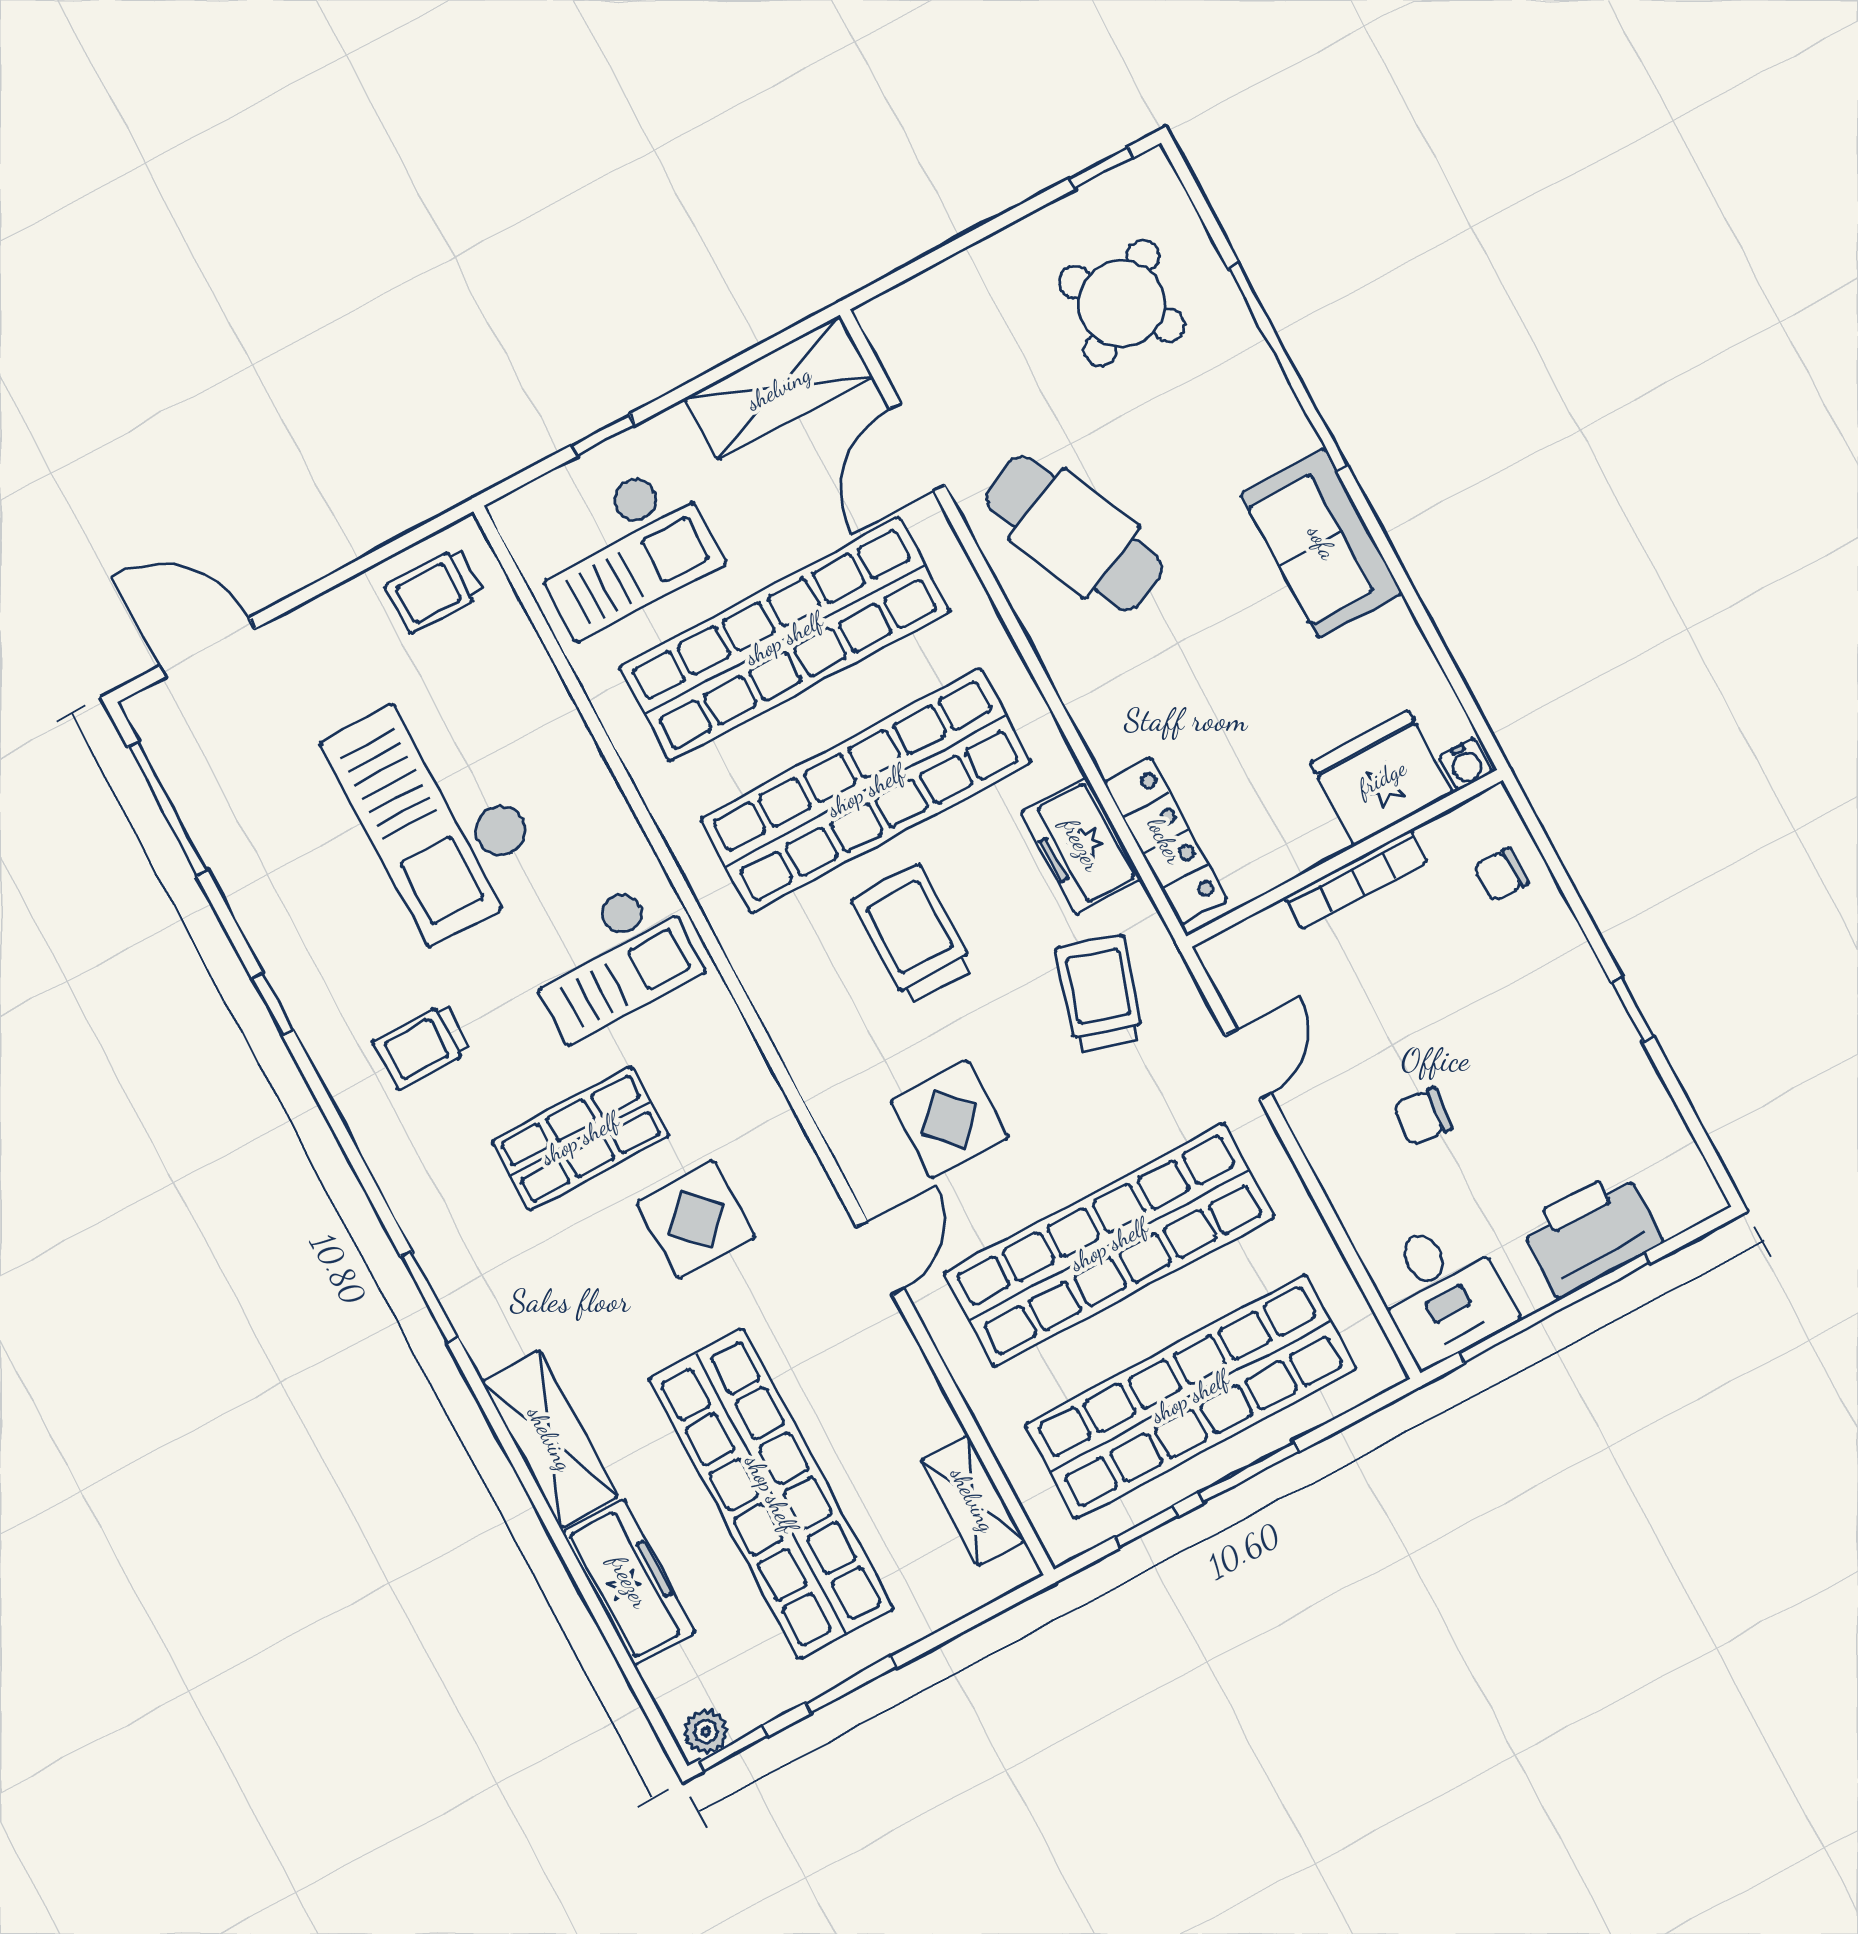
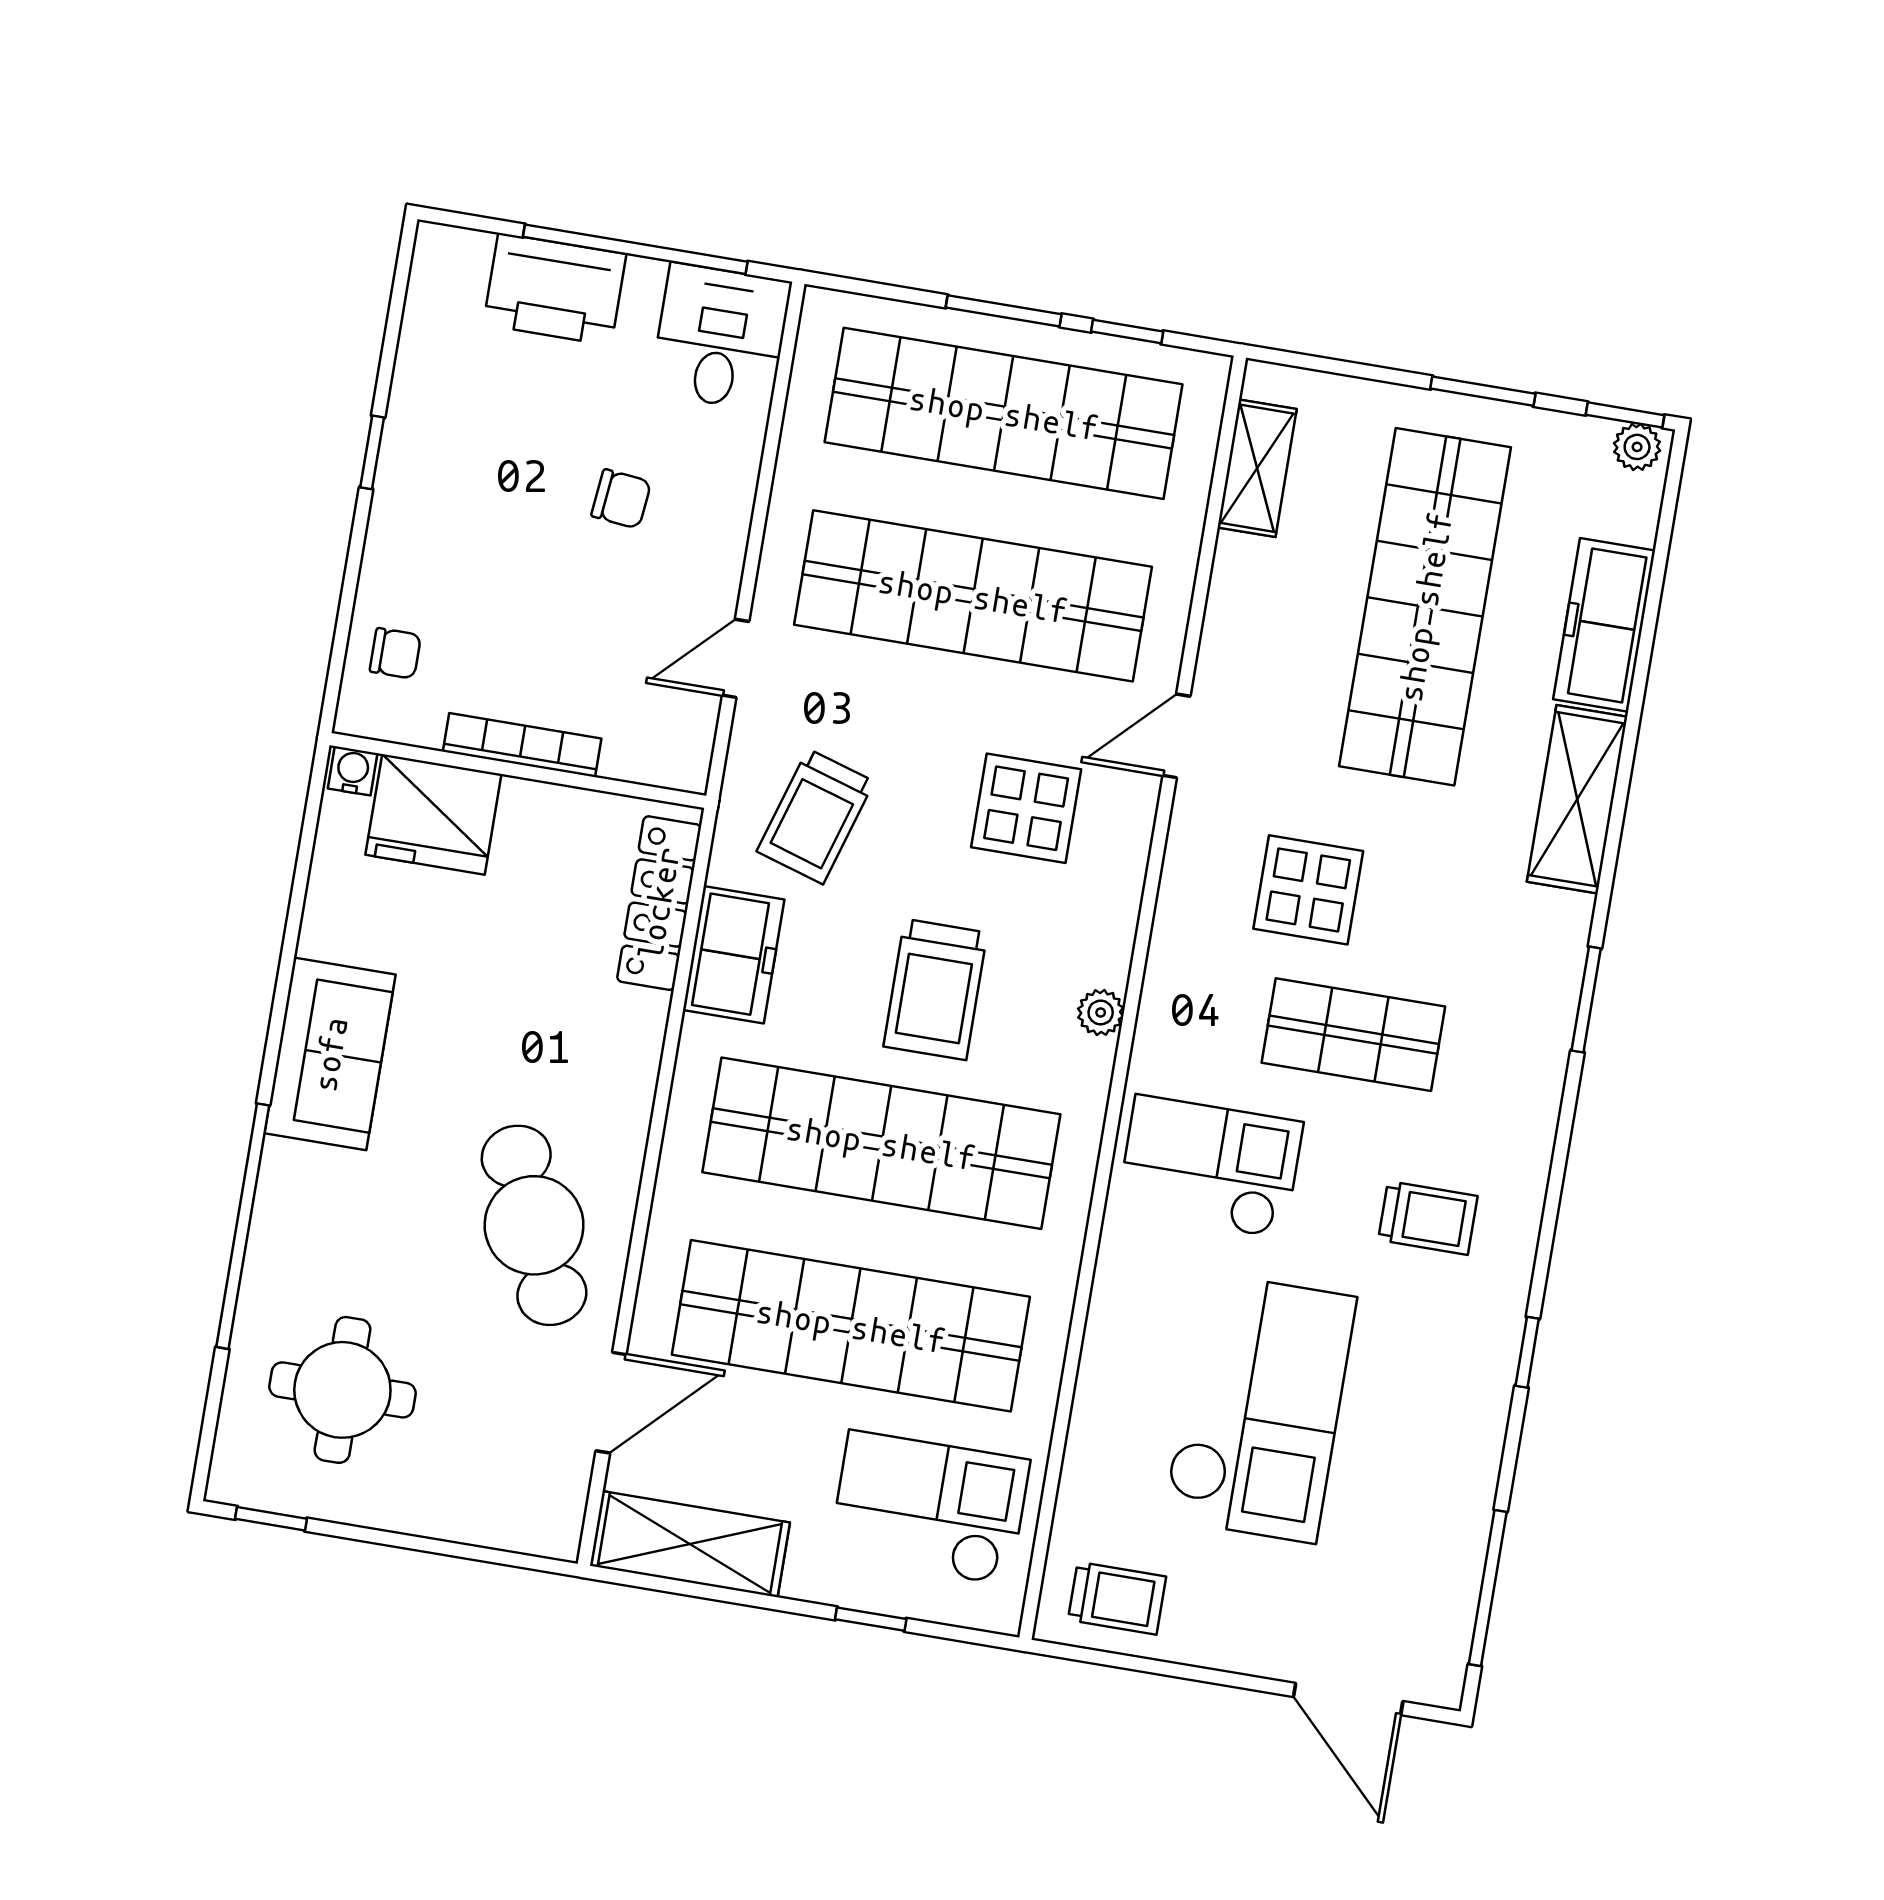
round table: (1122, 303) -> (342, 1390), turned 37
plant: (779, 1011) -> (1101, 1013), added

